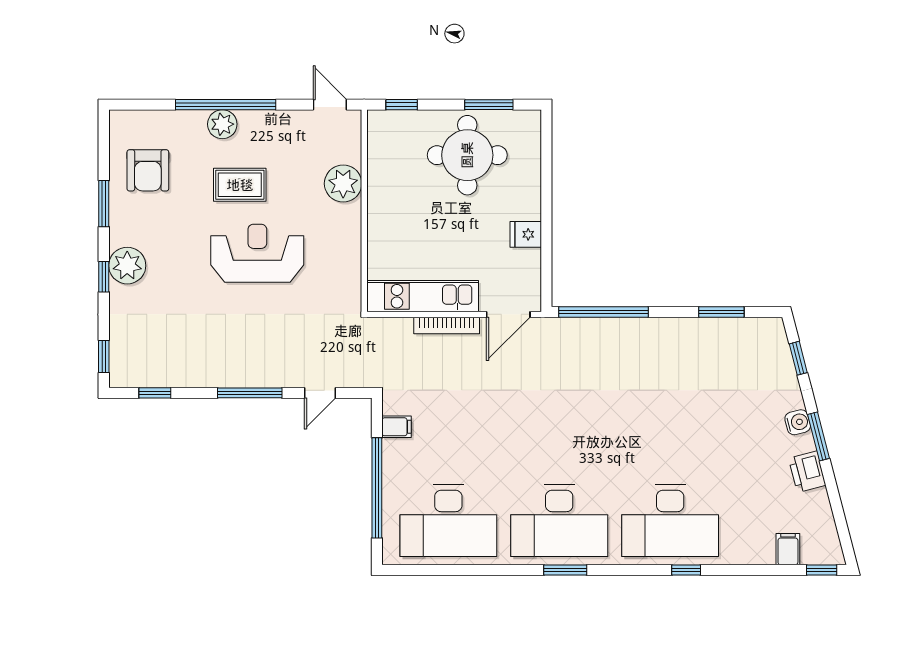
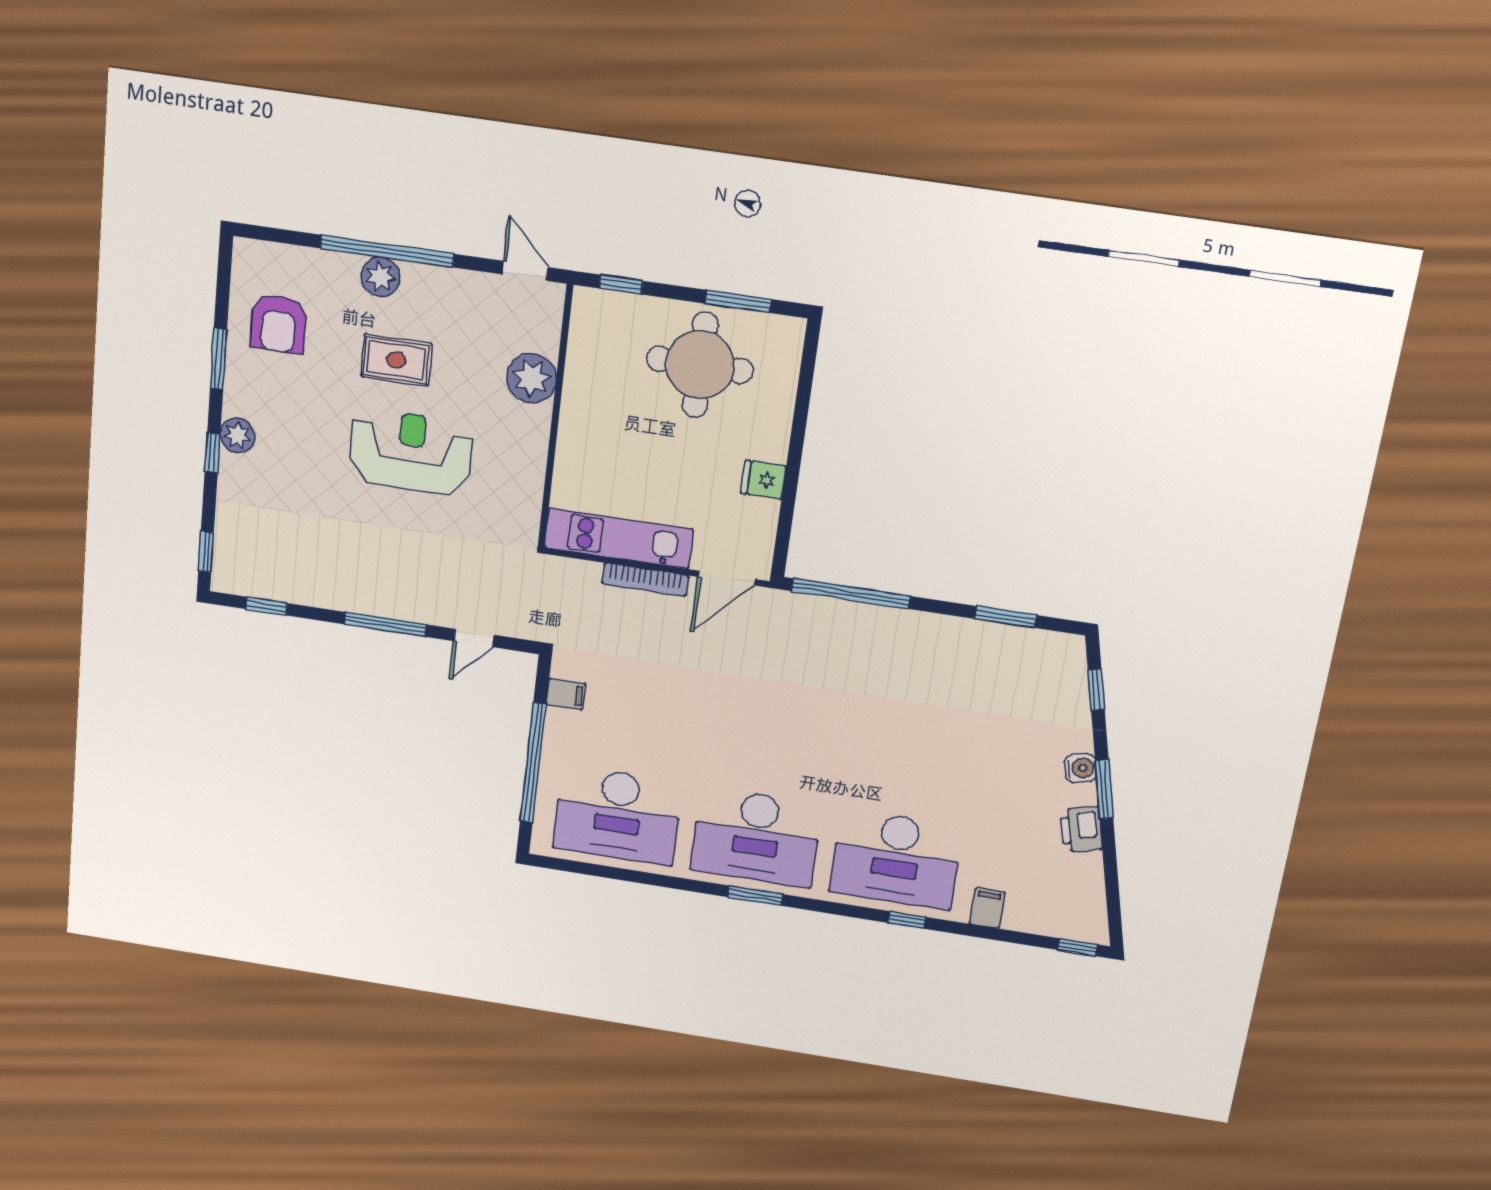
plant: (127, 266) -> (237, 436), width x0.73, depth x0.73
filing cabinet: (788, 549) -> (987, 908), moved

